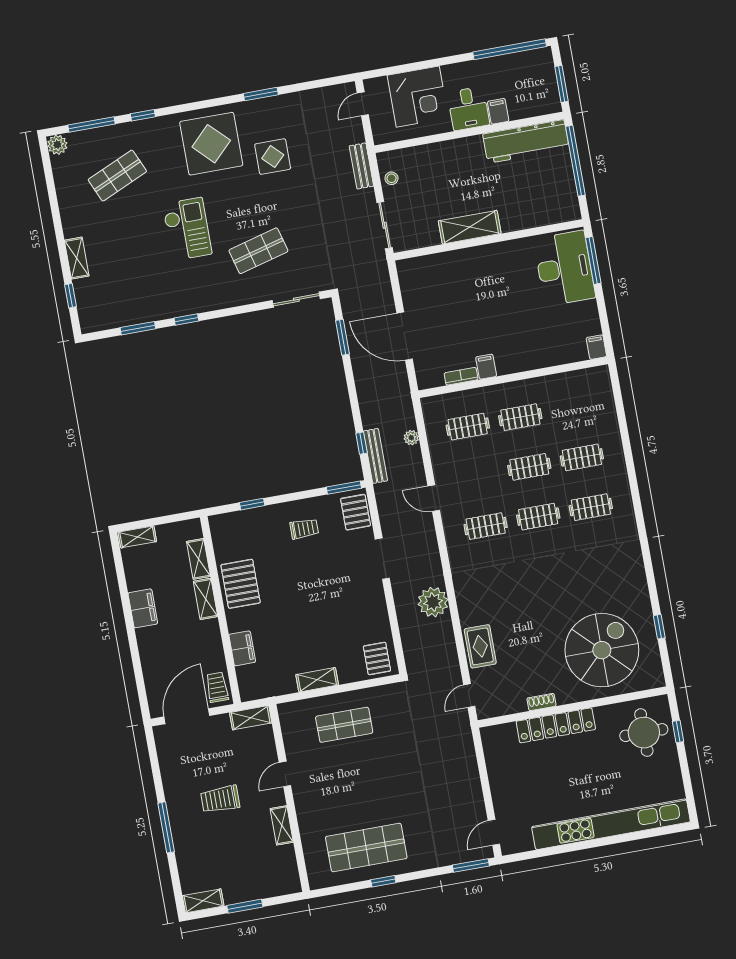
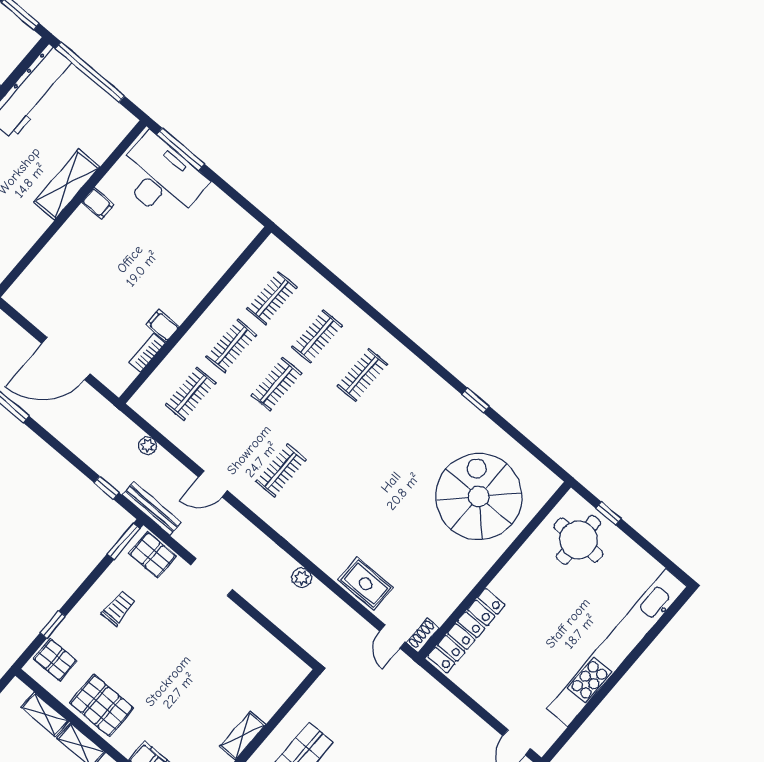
shelving: (470, 227) -> (67, 184), moved
filing cabinet: (596, 347) -> (98, 204), moved, turned 180
bench: (375, 456) -> (152, 509), moved
clothes rail: (538, 517) -> (272, 298), moved
plant: (433, 602) -> (302, 578), width x0.53, depth x0.53
window: (659, 627) -> (476, 400), moved
pallet: (377, 658) -> (55, 660), moved
shoe rack: (541, 702) -> (423, 635), moved
locker: (556, 725) -> (466, 631), moved

